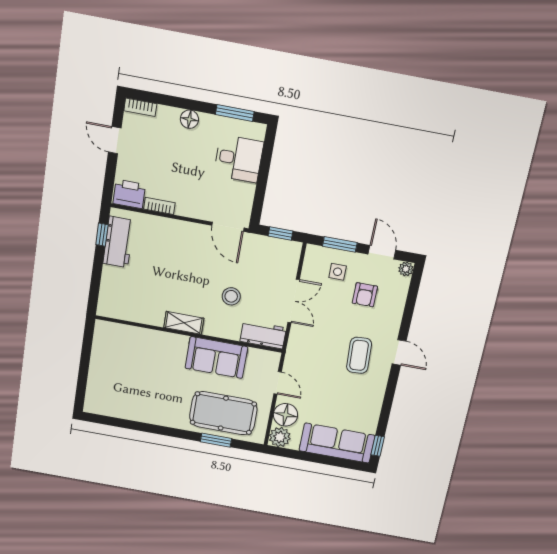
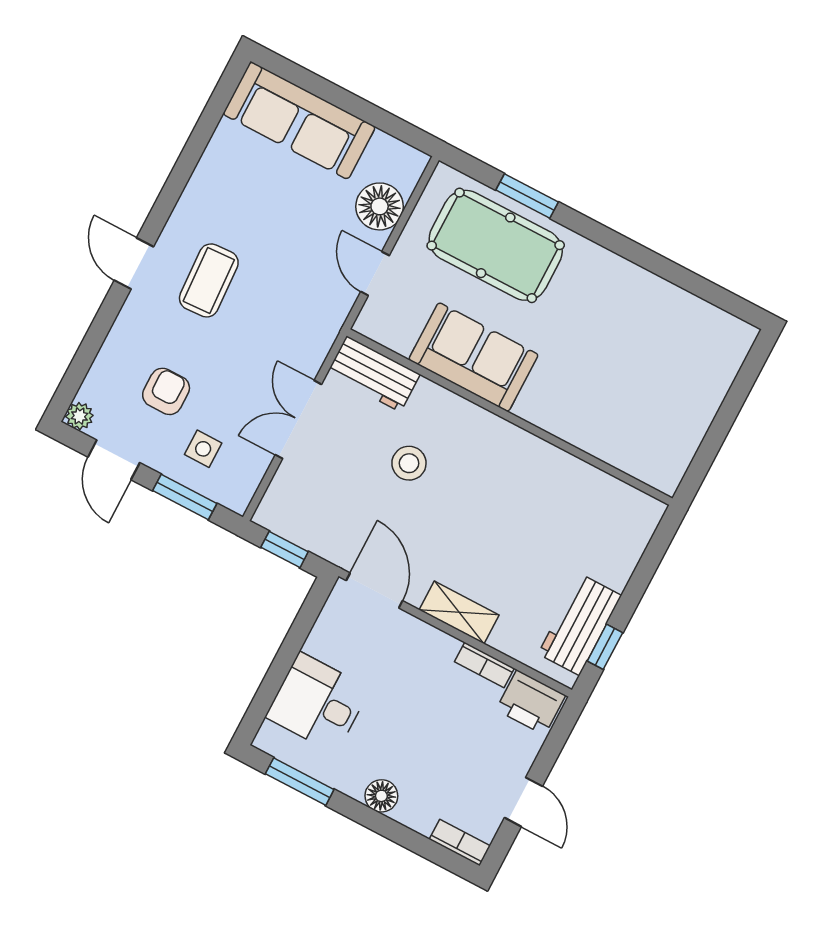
shelving: (184, 323) -> (459, 612), moved
plant: (280, 437) -> (404, 165), removed
window: (378, 446) -> (224, 92), removed

